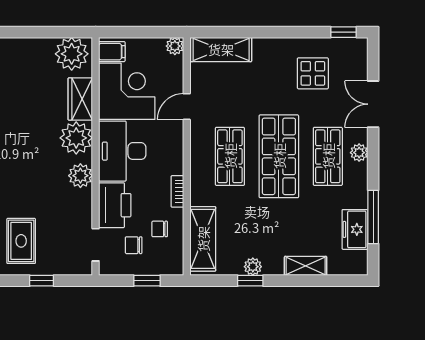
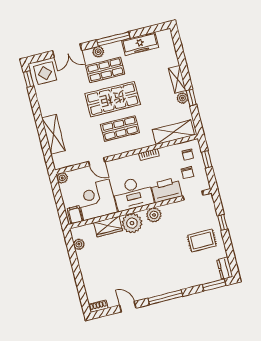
shelving: (221, 49) -> (53, 134), moved
plant: (72, 54) -> (79, 244), width x0.53, depth x0.53
display table: (313, 73) -> (45, 73), moved
window: (373, 217) -> (113, 39), moved
chair: (160, 229) -> (188, 155), moved
freezer: (355, 229) -> (140, 44), width x1.40
shelving: (306, 266) -> (177, 79), moved

